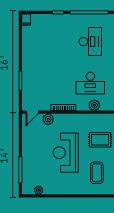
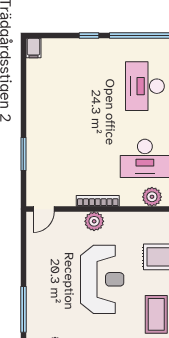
desk: (90, 42) -> (145, 86), turned 180
plant: (48, 119) -> (94, 221), moved
reception desk: (66, 153) -> (102, 279), turned 180

